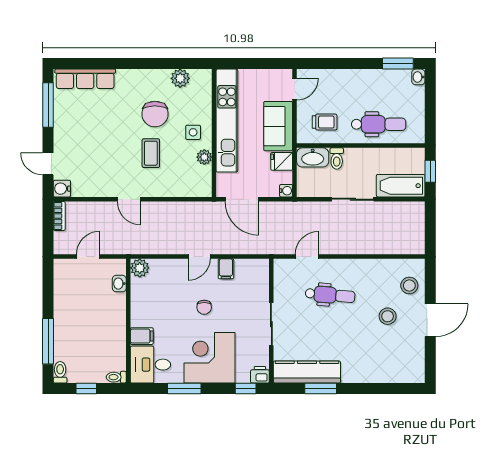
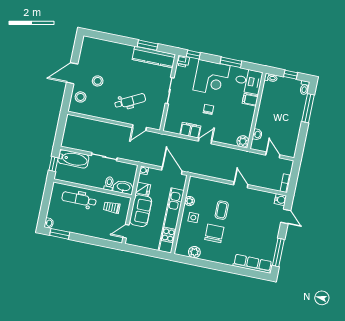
door: (88, 256) -> (273, 155), swing flipped
filing cabinet: (226, 269) -> (190, 130), width x2.00
dental chair: (330, 295) -> (130, 101), turned 148

